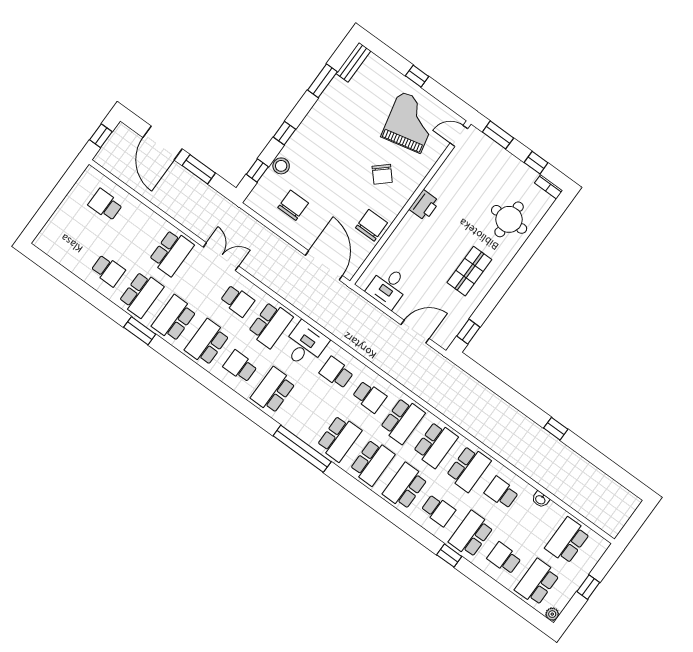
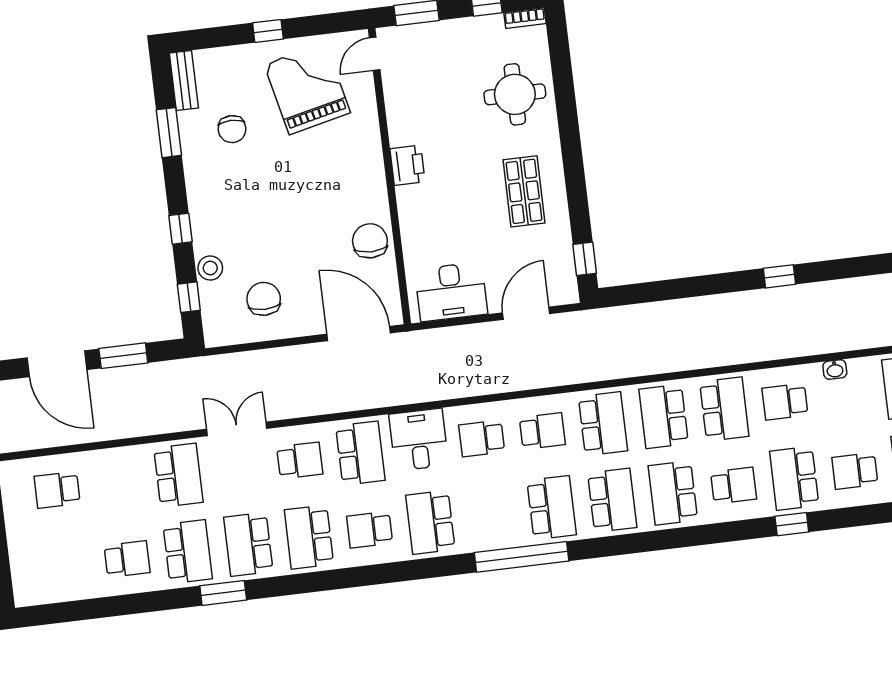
chair: (382, 174) -> (232, 129), moved, turned 42
desk: (388, 287) -> (451, 292), width x1.37
school desk: (435, 445) -> (664, 416), turned 180

